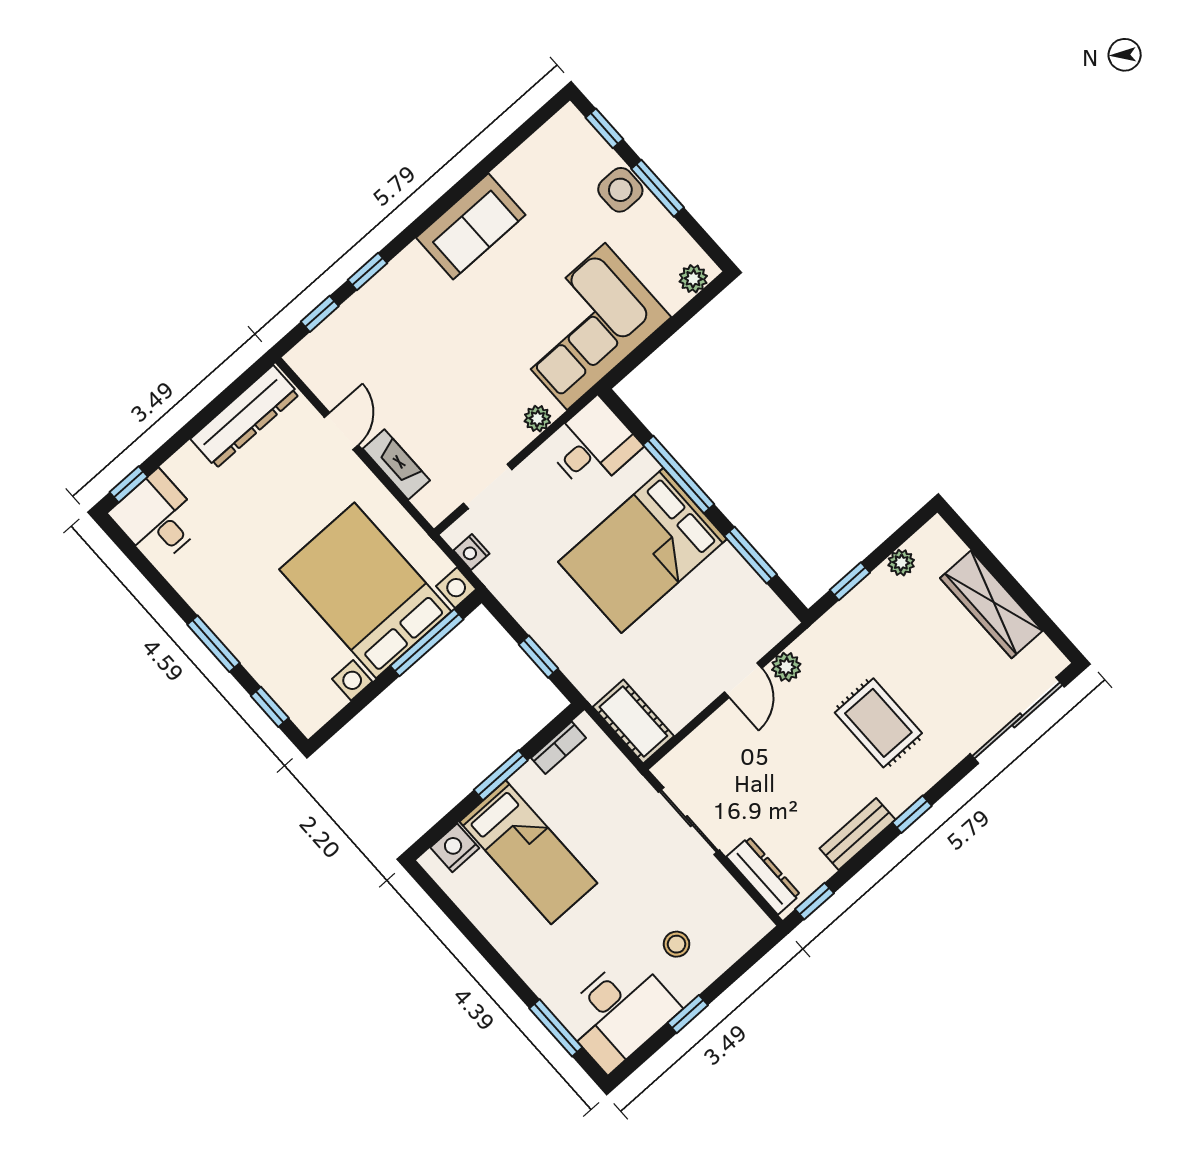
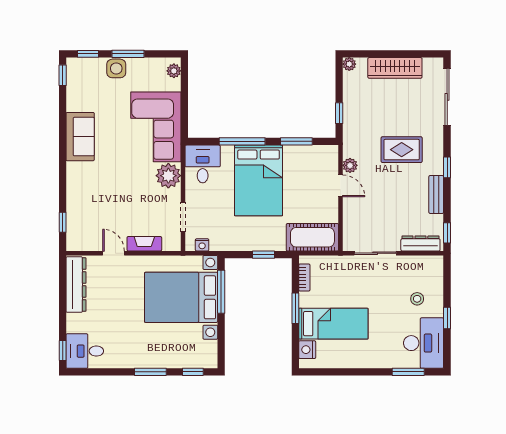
window: (367, 271) -> (63, 75), moved
plant: (537, 419) -> (168, 176), width x1.88, depth x1.88
plant: (901, 563) -> (349, 64), moved
cot: (633, 721) -> (312, 237), width x1.37, depth x1.34

